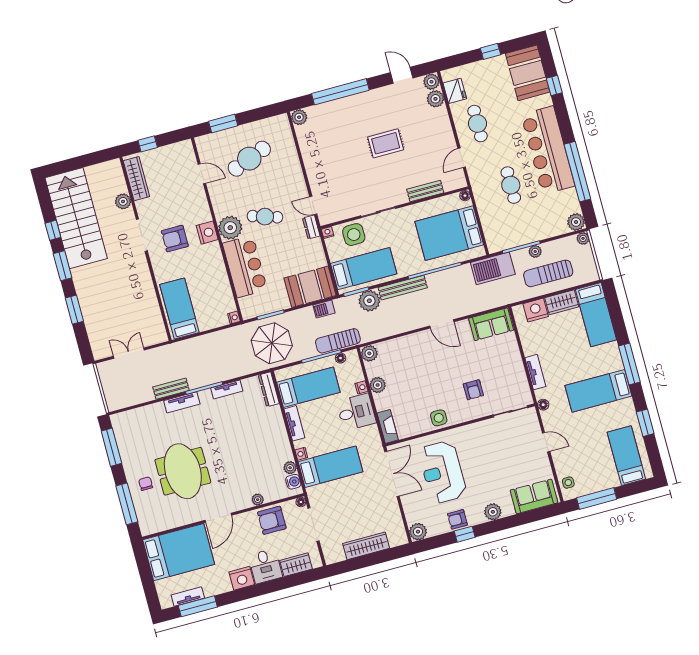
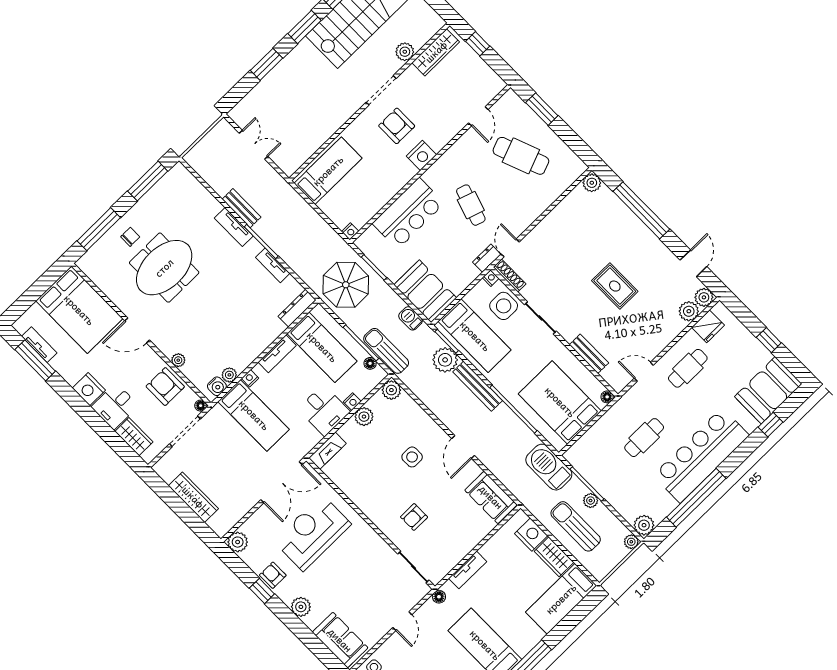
shoe rack: (334, 217) -> (509, 275), added
plant: (230, 228) -> (440, 176), removed
side table: (439, 418) -> (412, 457), moved

